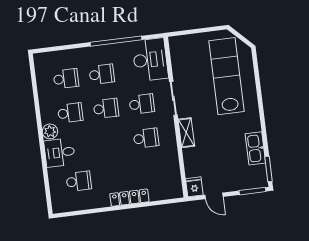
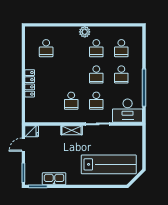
desk: (60, 153) -> (69, 37), removed

